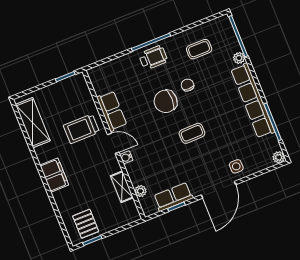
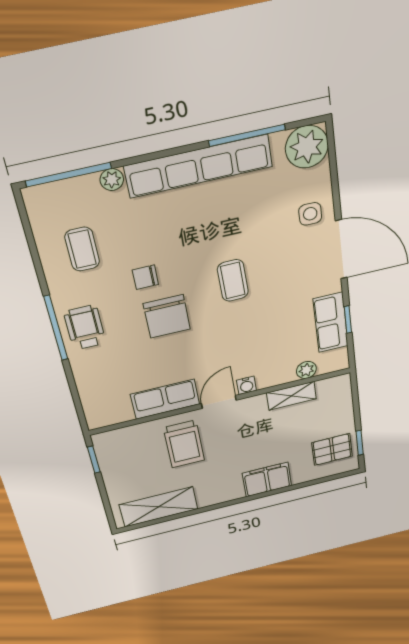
plant: (279, 157) -> (307, 147), width x1.88, depth x1.88
filing cabinet: (54, 175) -> (267, 479), moved

